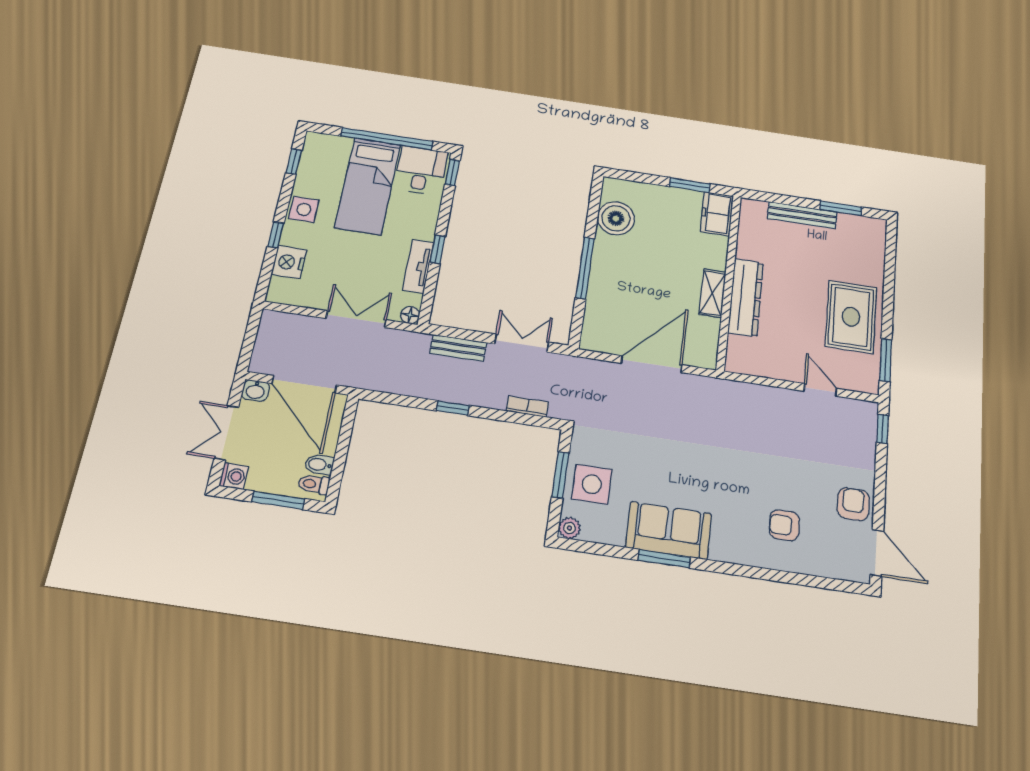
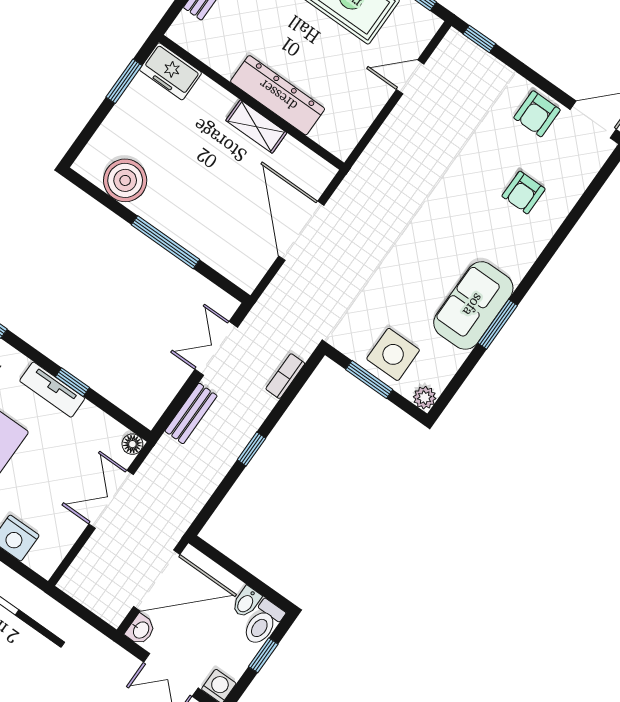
tv unit: (418, 266) -> (52, 390), moved
toilet: (314, 484) -> (263, 623), width x1.37, depth x1.39
window: (278, 500) -> (263, 655), width x0.67
armchair: (853, 504) -> (537, 114), turned -90

